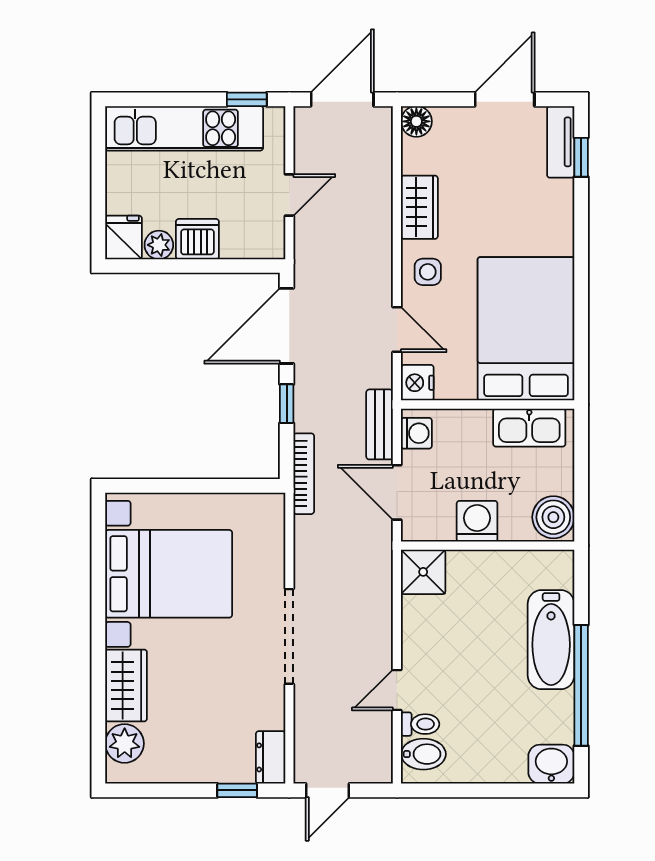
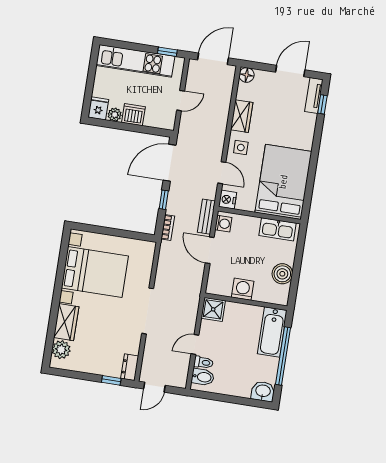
bookcase: (304, 474) -> (168, 228), width x0.64
washing machine: (477, 521) -> (243, 289), moved
wall: (488, 546) -> (246, 302), moved
shower: (423, 572) -> (213, 309), moved

